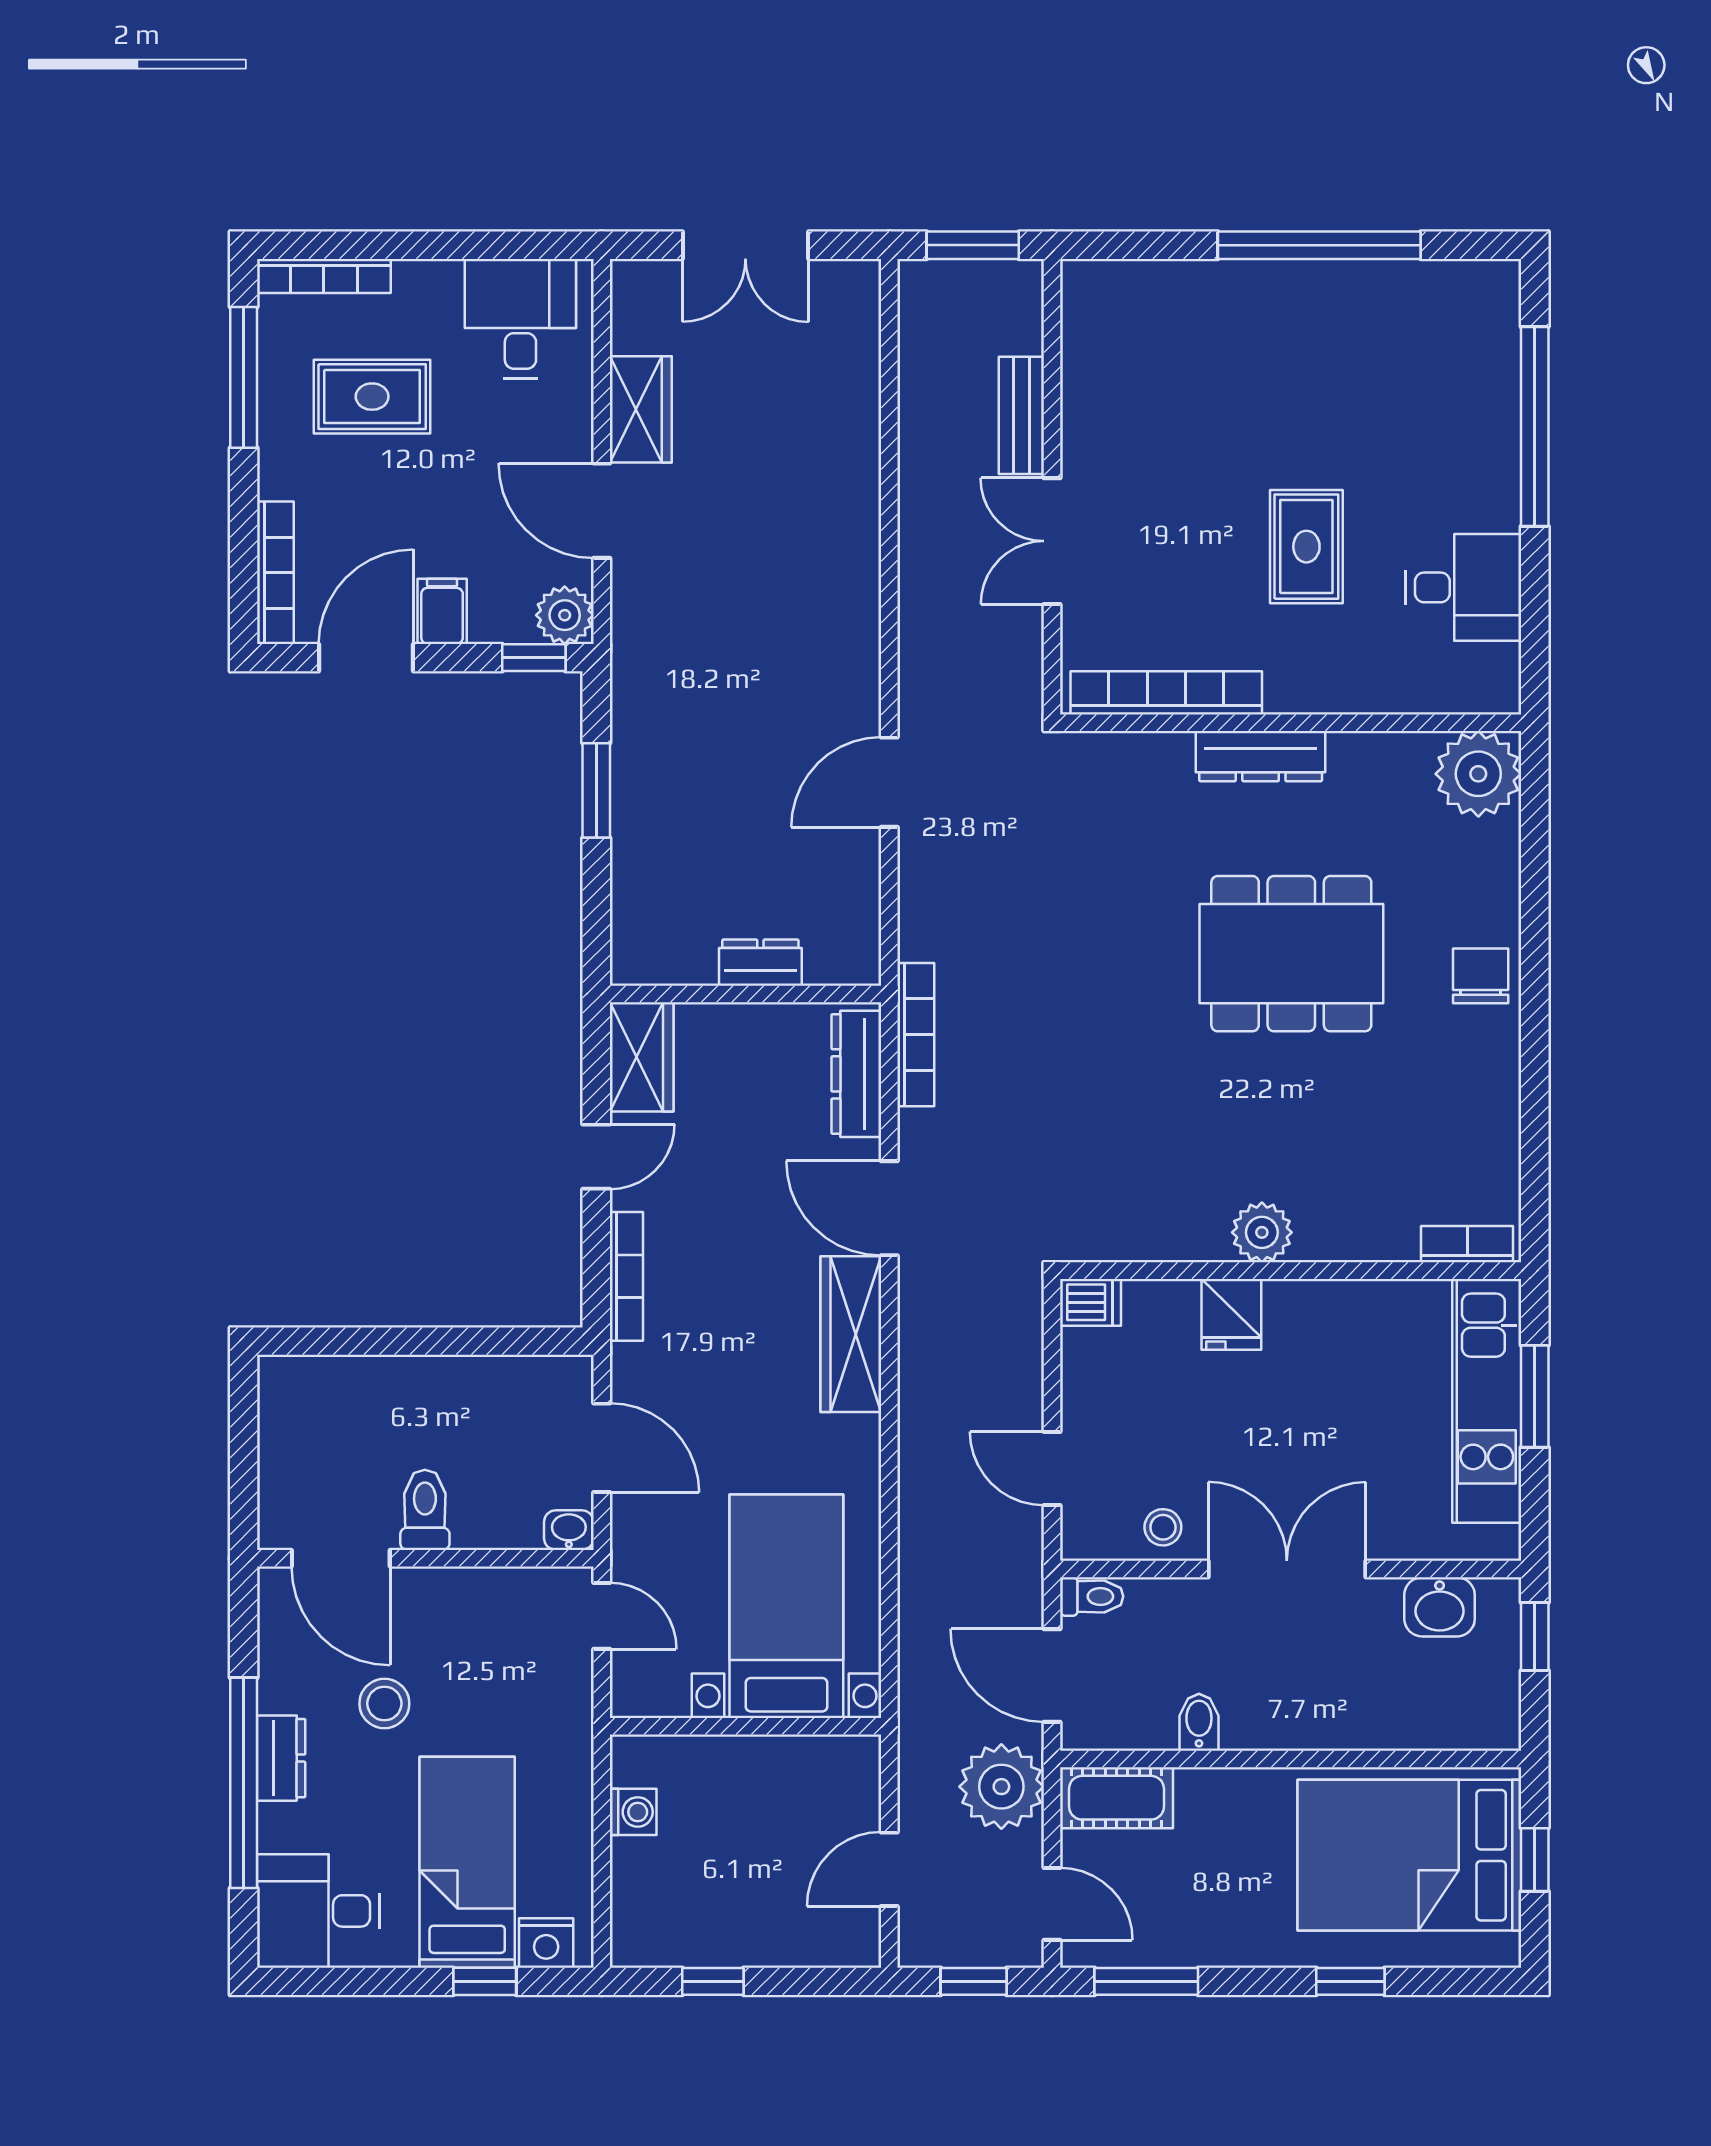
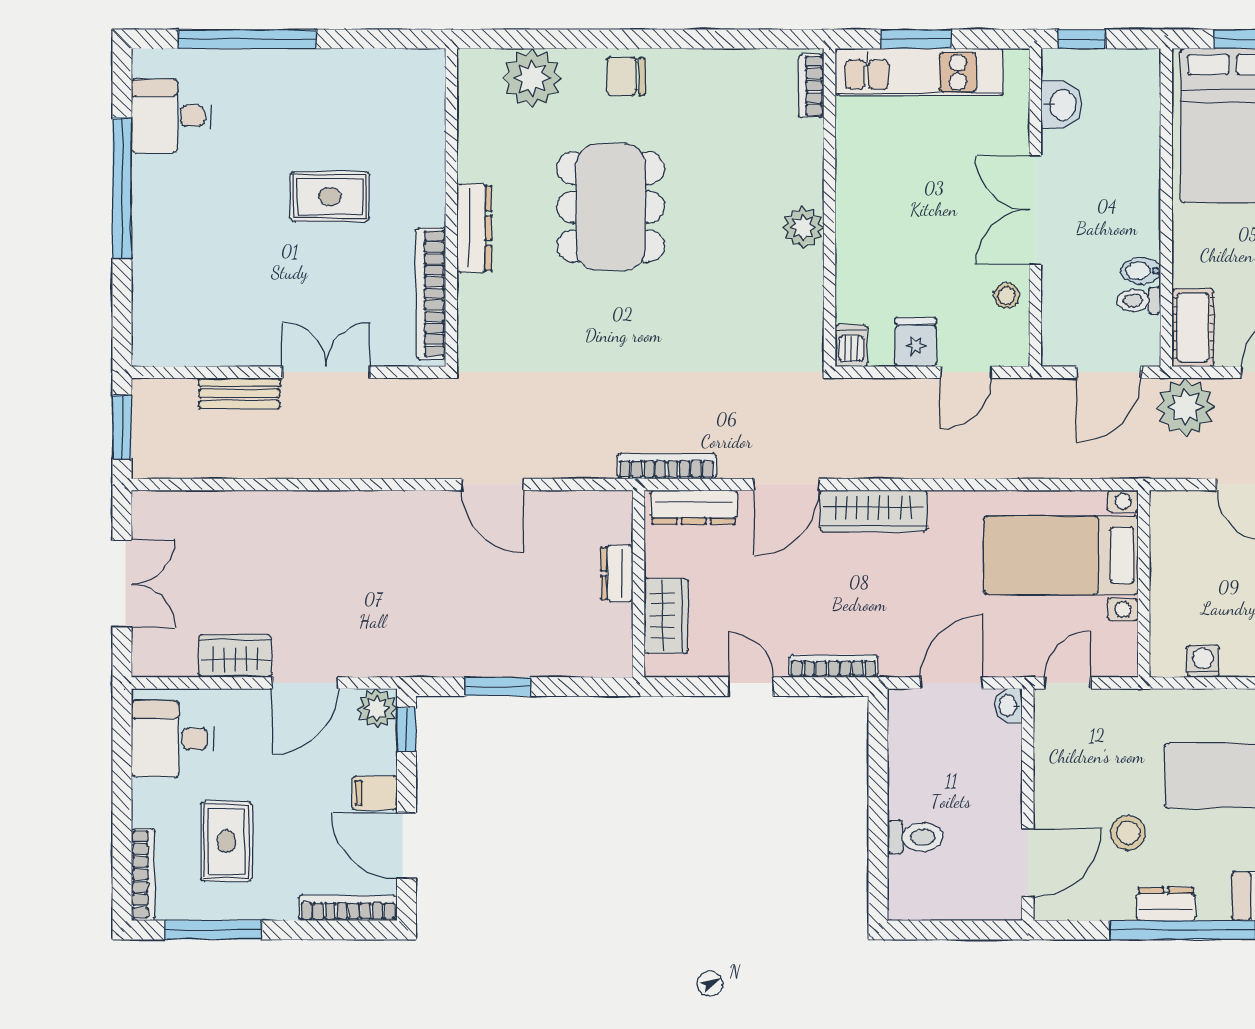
double door: (1052, 541) -> (326, 372), swing flipped
desk: (1464, 587) -> (171, 116), moved, turned -90
plant: (1478, 774) -> (532, 78), moved
wardrobe: (642, 1057) -> (666, 616), moved, turned 90
fridge: (1231, 1314) -> (916, 342), moved, turned -90
toilet: (425, 1510) -> (915, 837), moved, turned 180
toilet: (1092, 1596) -> (1139, 300), moved, turned -90

